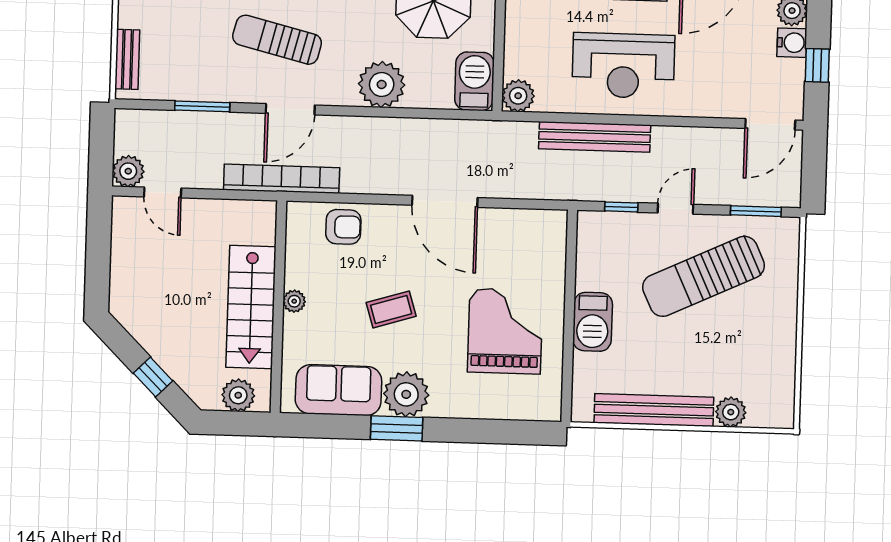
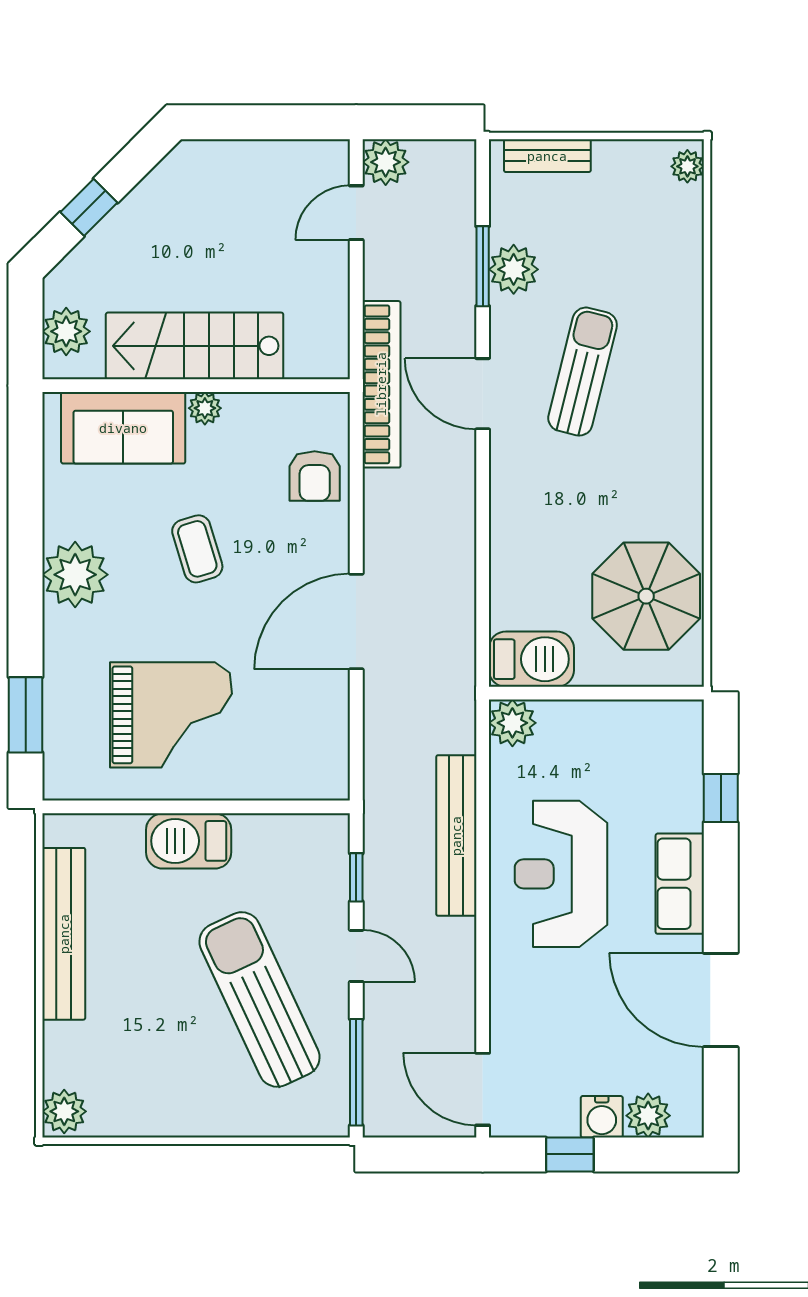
plant: (382, 84) -> (514, 269), moved, width x0.73, depth x0.73
window: (756, 211) -> (356, 1072), width x1.44
sofa: (338, 390) -> (123, 428), moved, turned 90
plant: (731, 412) -> (64, 1111), moved
window: (397, 428) -> (26, 715), moved

